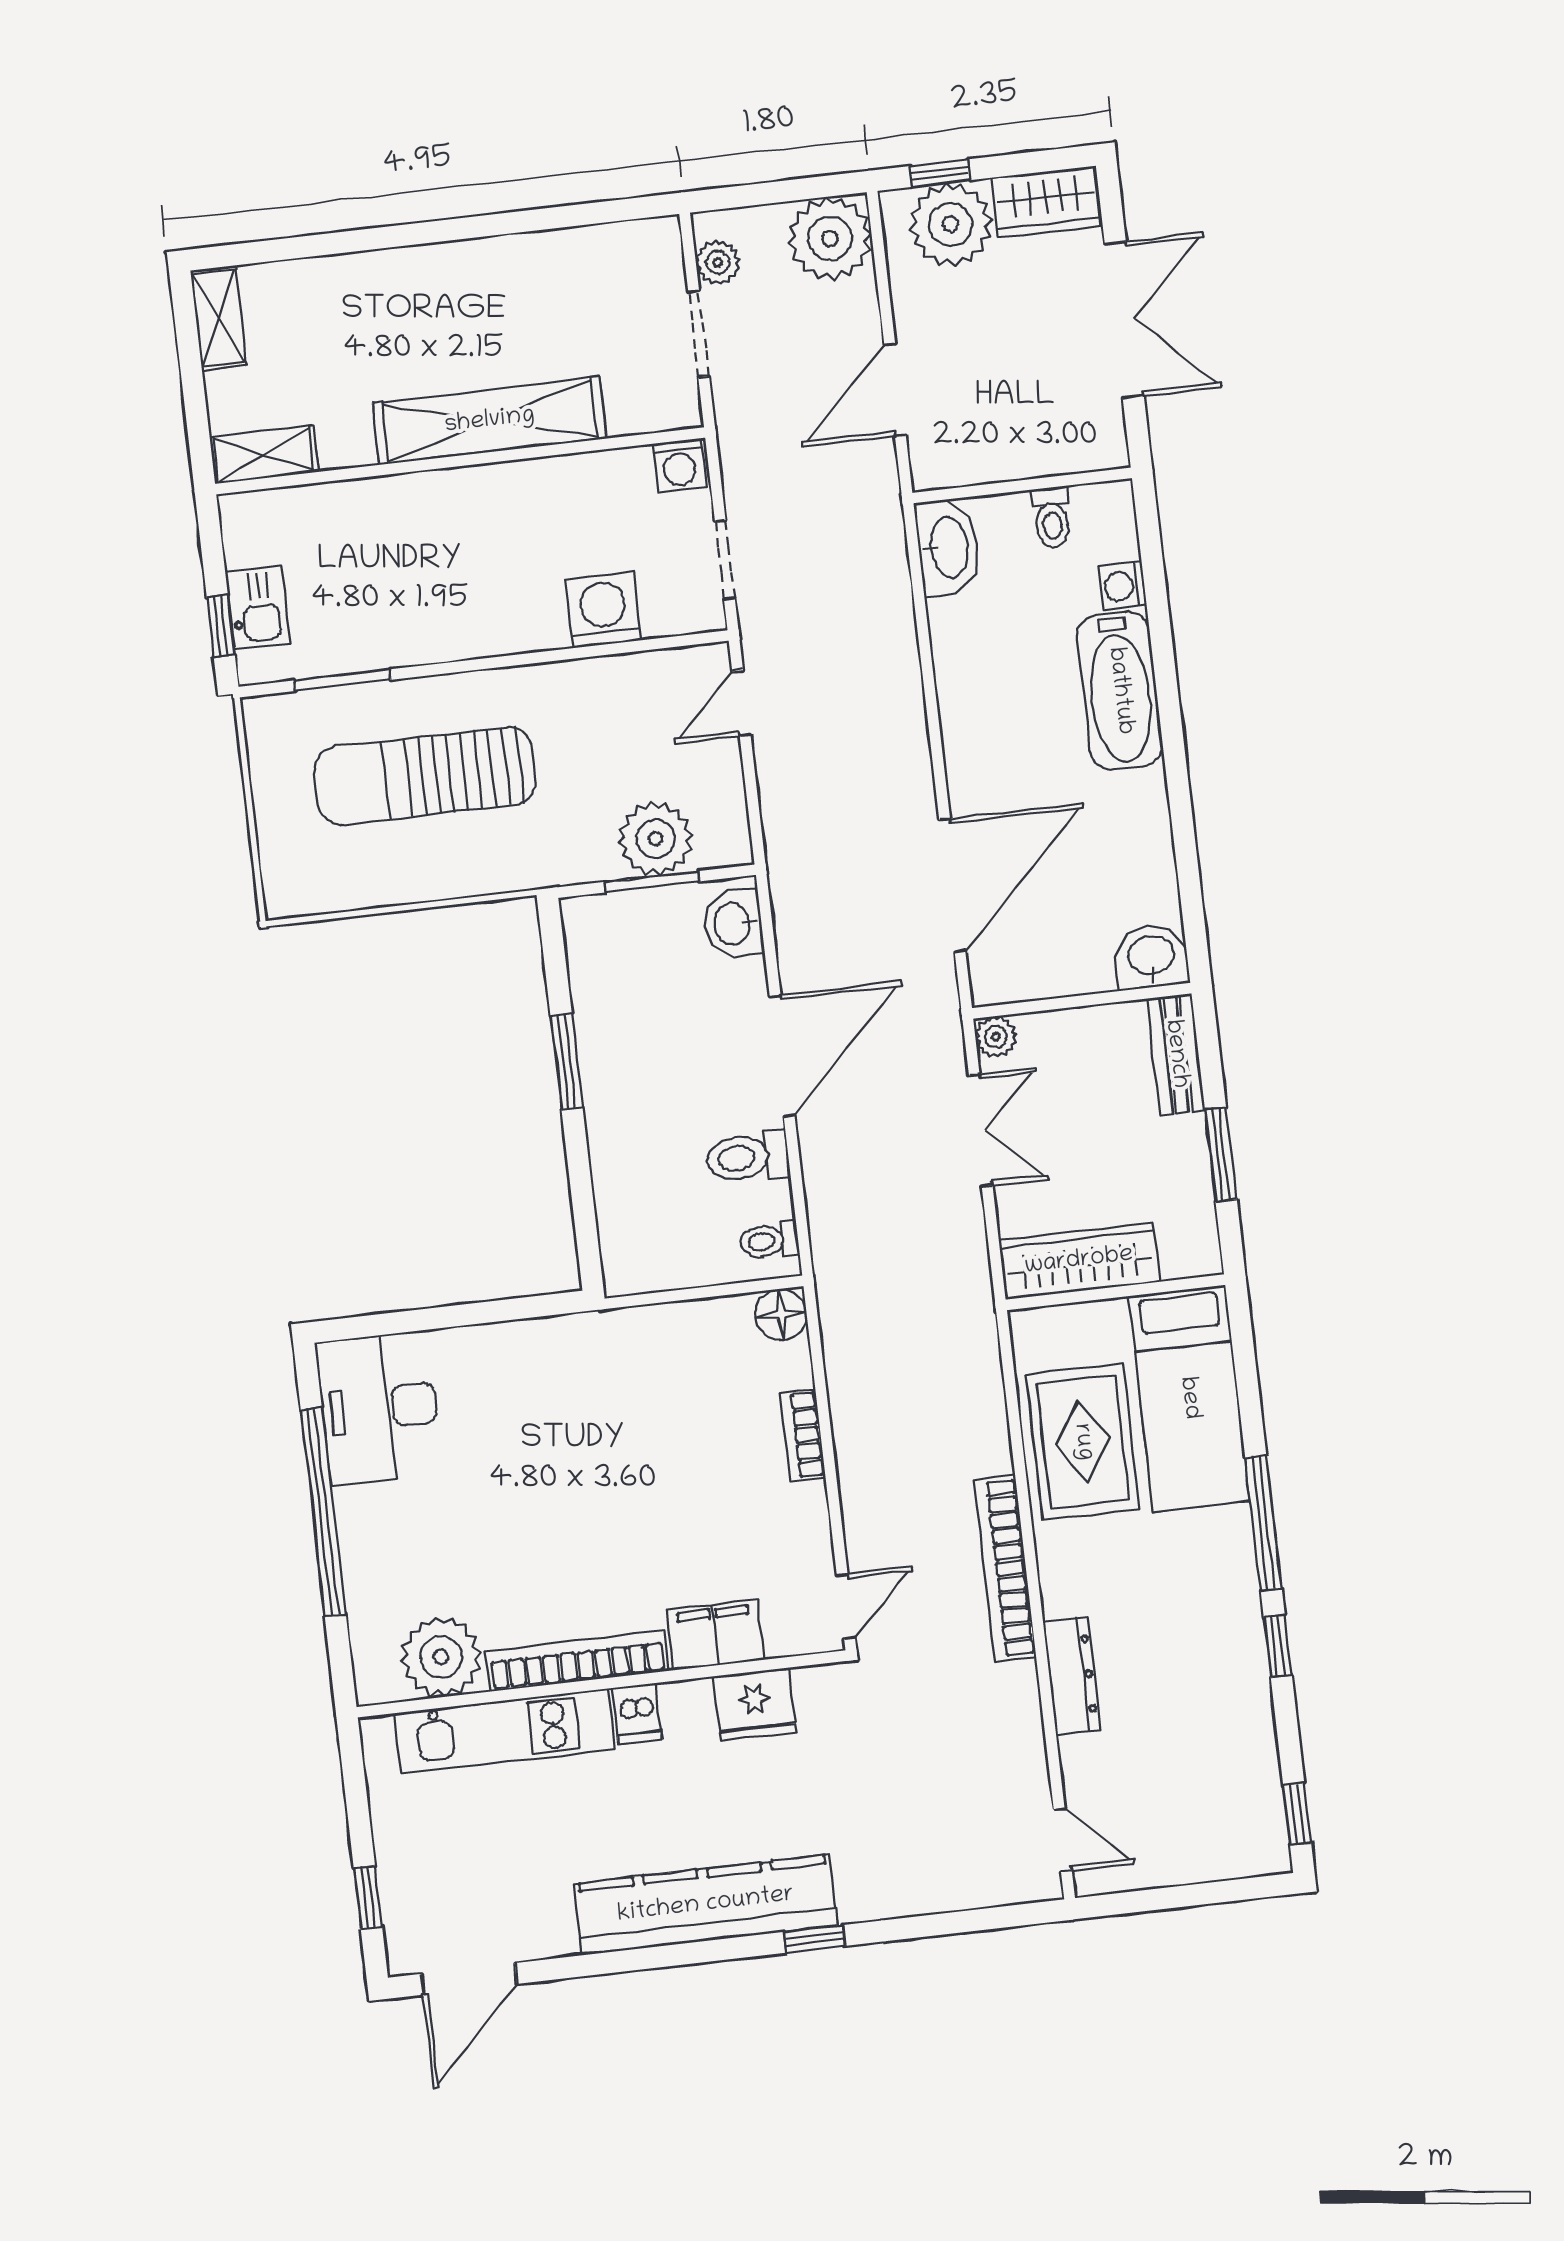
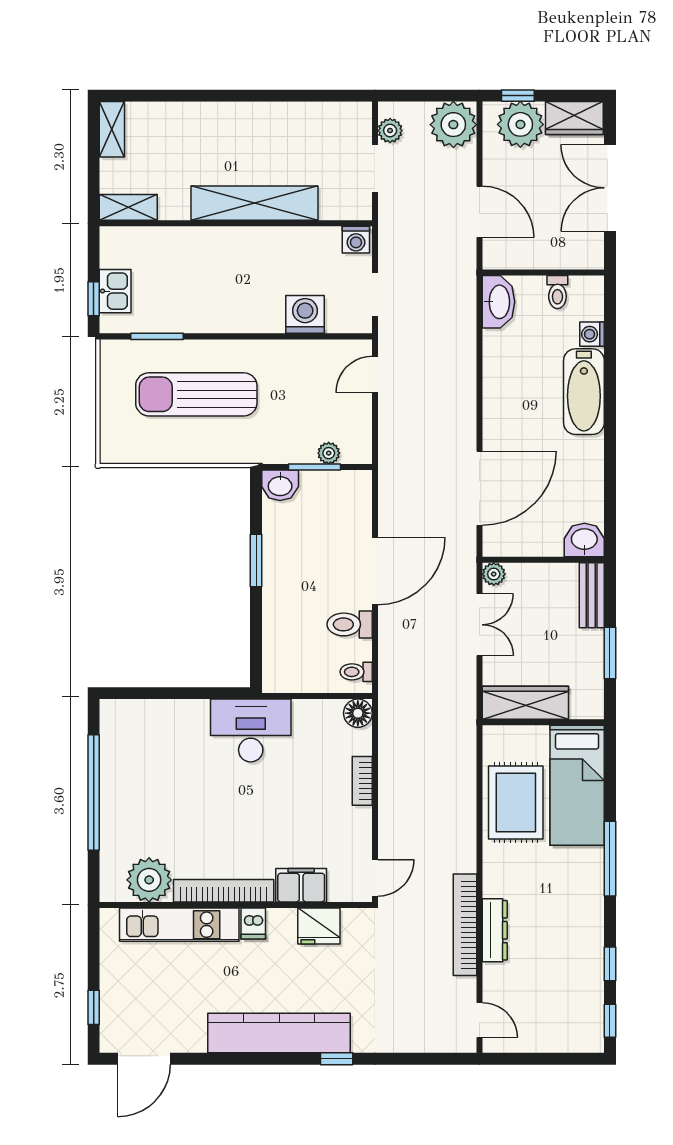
double door: (1124, 320) -> (610, 188), swing flipped
door: (895, 390) -> (479, 212), swing flipped
plant: (655, 839) -> (329, 453), width x0.53, depth x0.53
washbasin: (734, 924) -> (280, 485), moved, turned -90
desk: (379, 1408) -> (251, 731), moved, turned 90
bookcase: (1005, 1568) -> (465, 925), moved
window: (1278, 1646) -> (610, 964), moved

